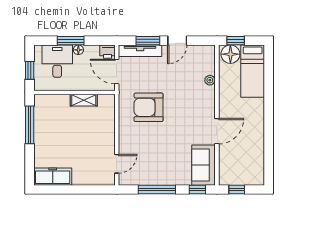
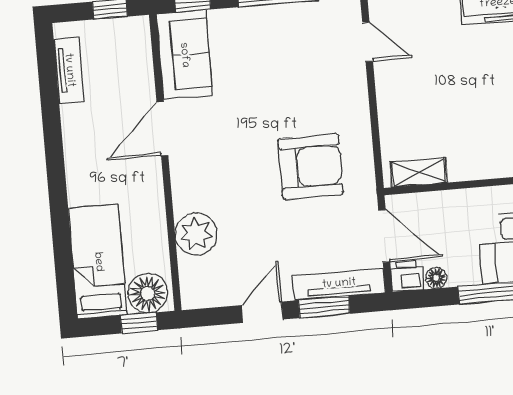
floor lamp: (78, 50) -> (436, 278), moved
plant: (210, 80) -> (196, 234), width x1.88, depth x1.88
shelving: (84, 100) -> (419, 172), moved
tv unit: (259, 162) -> (69, 70), added
door: (117, 164) -> (368, 42), swing flipped

